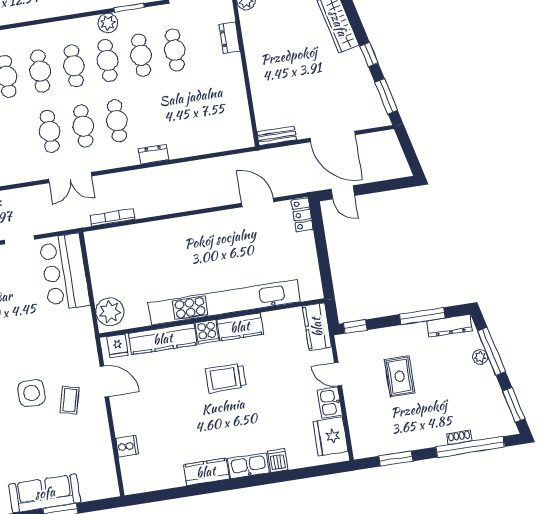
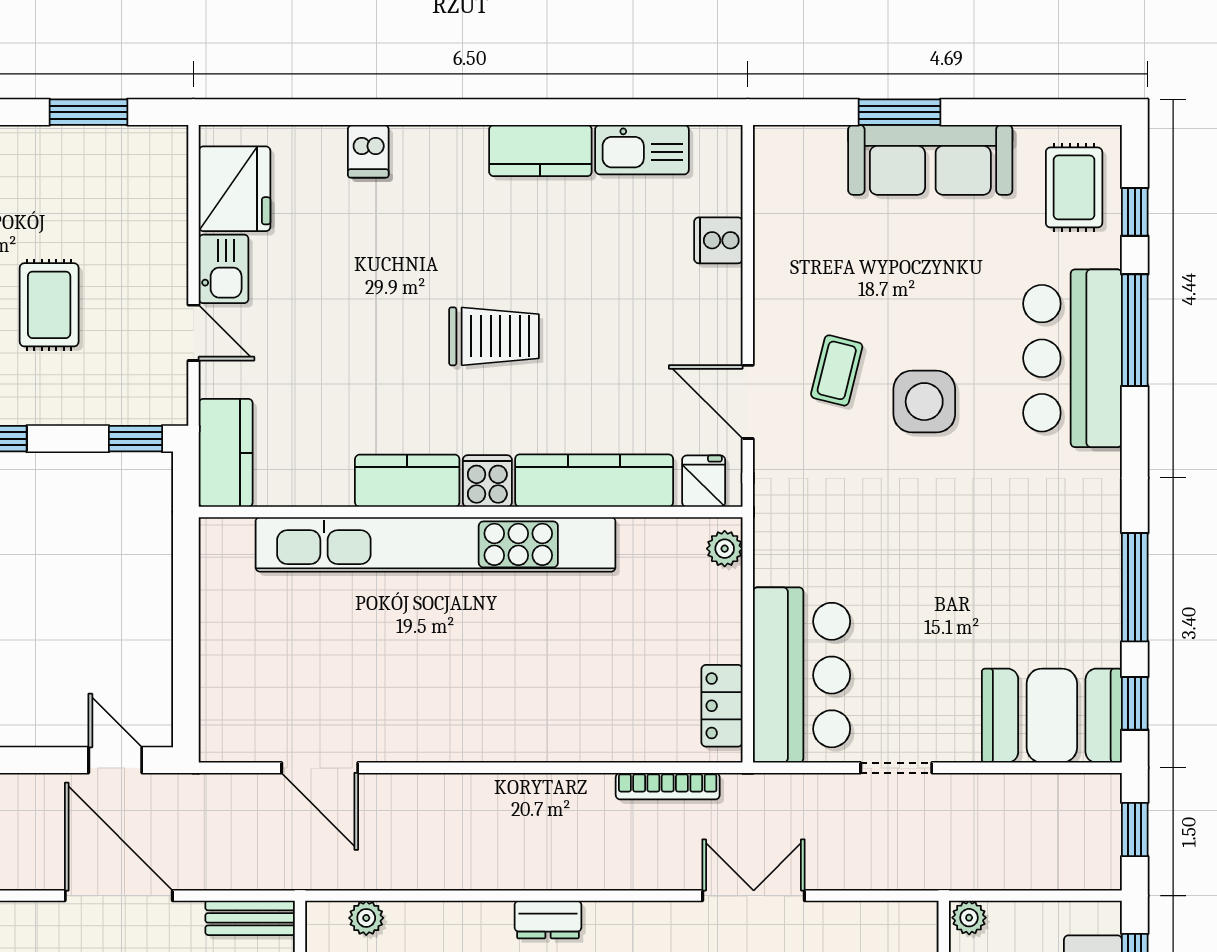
plant: (229, 143) -> (366, 918), added
locker: (302, 215) -> (722, 706), moved, turned 180
plant: (110, 312) -> (725, 549), width x0.53, depth x0.53
trolley: (226, 378) -> (494, 336), moved
kitchen sink: (248, 466) -> (642, 150), moved

